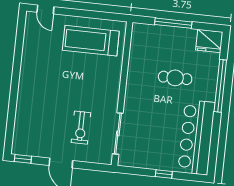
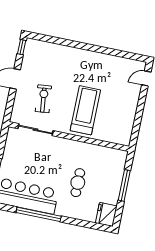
treadmill: (91, 41) -> (85, 110), moved
window: (220, 86) -> (39, 214), moved
exercise bike: (81, 128) -> (43, 99), turned 84

